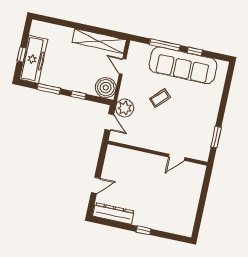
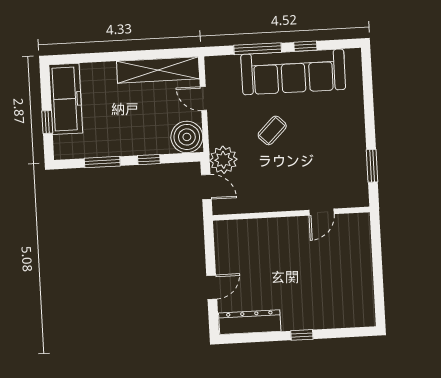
freezer: (33, 59) -> (66, 99), moved

